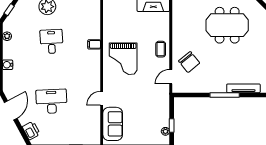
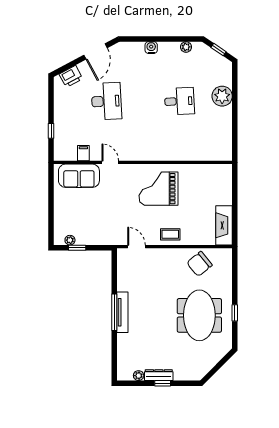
filing cabinet: (94, 44) -> (83, 153), moved
chair: (189, 62) -> (200, 264), moved
tv unit: (243, 88) -> (122, 312), moved
door: (11, 110) -> (95, 51), hinge flipped

